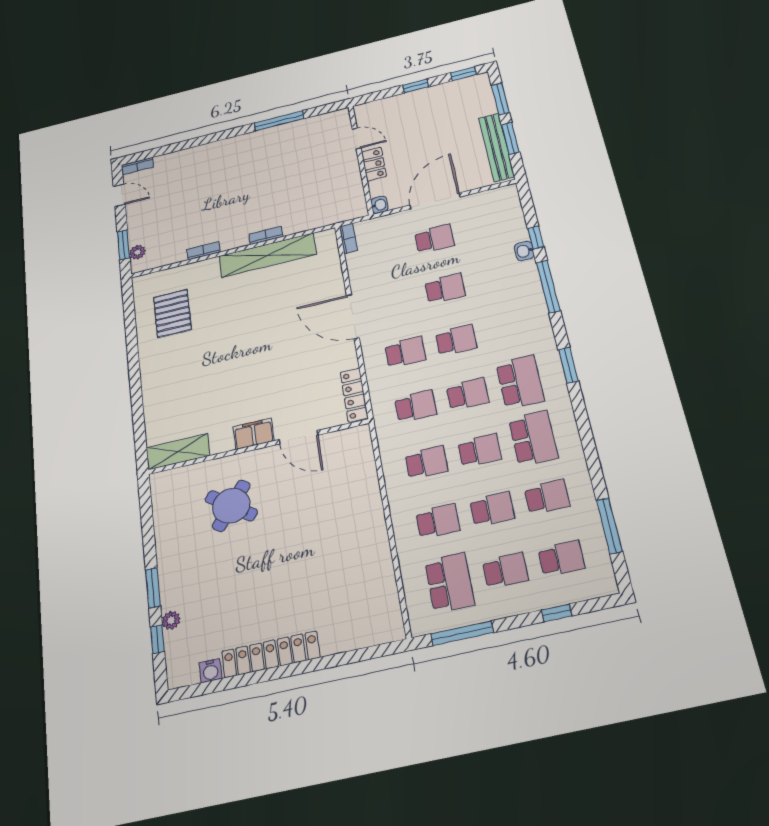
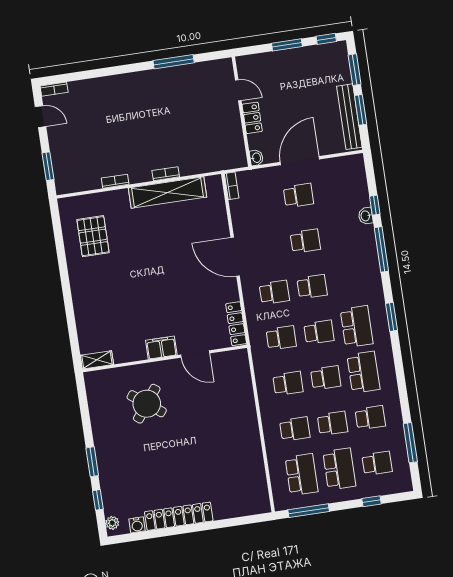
window: (416, 86) -> (287, 45), width x1.50
plant: (137, 252) -> (60, 175), removed
shelving: (178, 452) -> (97, 360), width x0.67, depth x0.75
school desk: (505, 571) -> (339, 469), width x1.85
plant: (171, 620) -> (112, 523), moved

